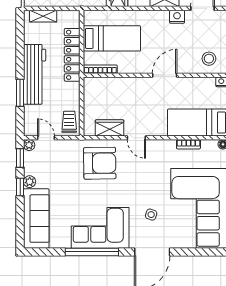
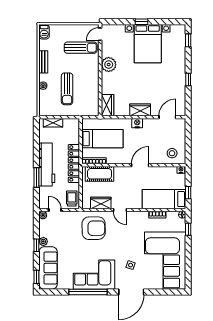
nightstand: (177, 17) -> (137, 123), moved
locker: (72, 55) -> (74, 163), moved
cot: (108, 87) -> (100, 174), added
window: (20, 158) -> (36, 277), moved

